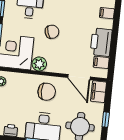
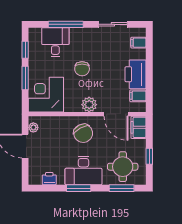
chair: (52, 32) -> (82, 69), turned 108
plant: (39, 64) -> (89, 105), moved
chair: (47, 92) -> (83, 133), turned 62

